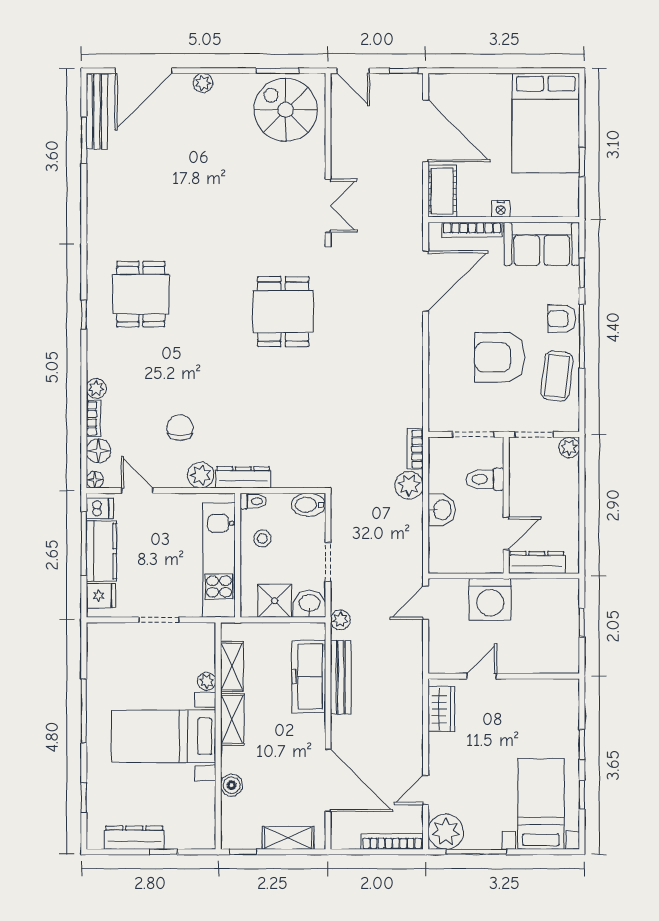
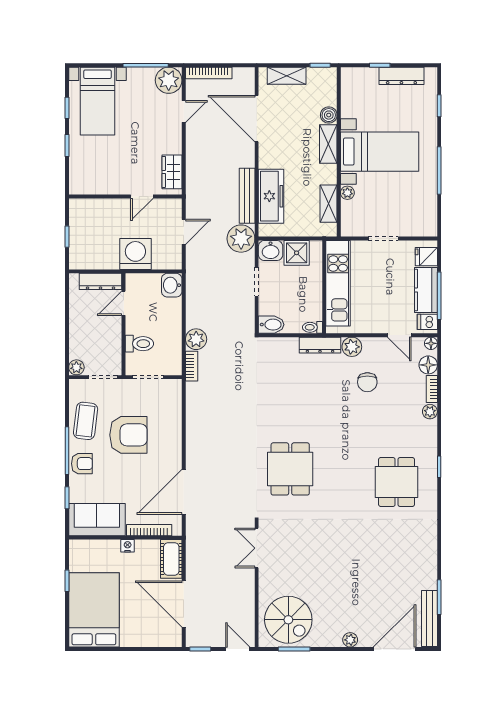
washbasin: (442, 510) -> (172, 285), moved
stool: (262, 538) -> (306, 299), removed
door: (426, 603) -> (184, 232), moved
plant: (340, 620) -> (241, 239), width x1.88, depth x1.88
shelving: (232, 719) -> (328, 144), moved

